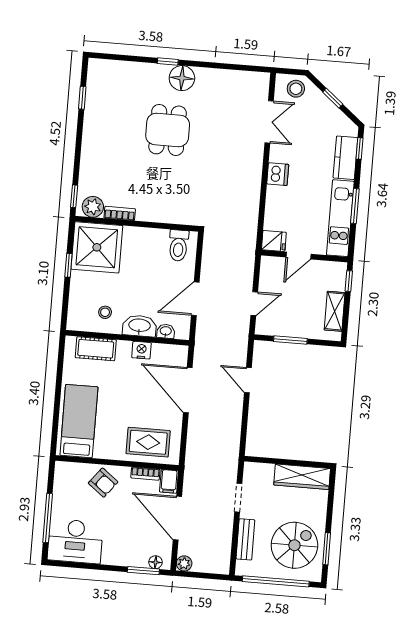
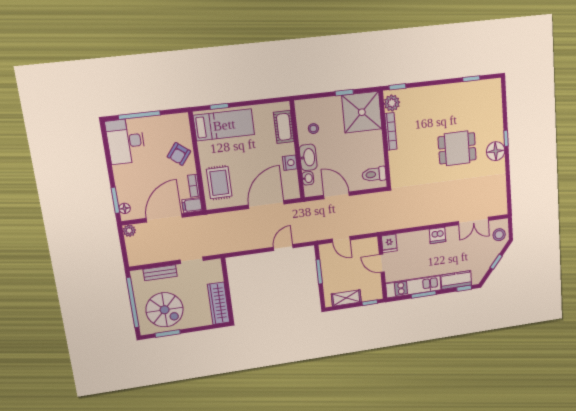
bookcase: (120, 213) -> (391, 131), width x1.56
window: (56, 422) -> (219, 106), added

